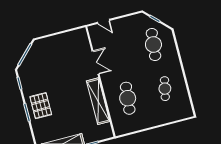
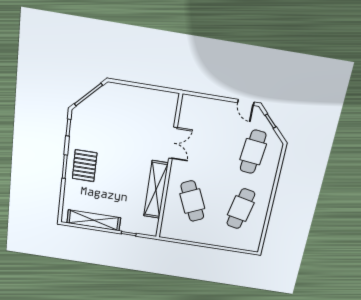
door: (104, 21) -> (246, 102), moved
cafe table: (165, 89) -> (241, 209), width x1.37, depth x1.35
cafe table: (128, 98) -> (192, 201), turned -30

